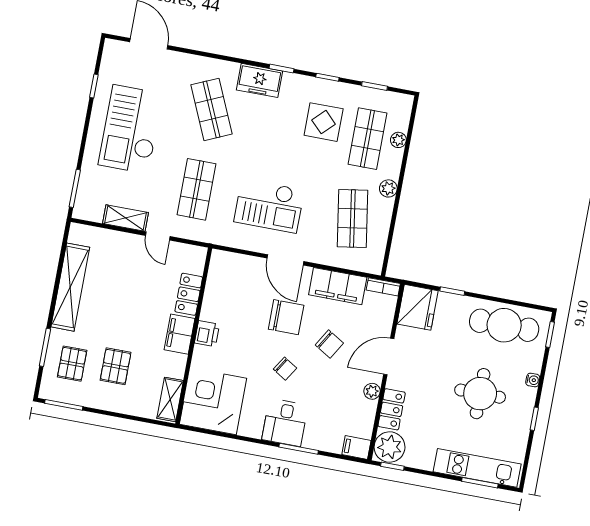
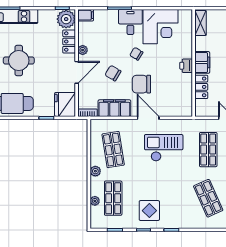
freezer: (260, 80) -> (183, 221), removed
display table: (324, 122) -> (149, 211), moved
corner desk: (213, 401) -> (161, 27), moved

